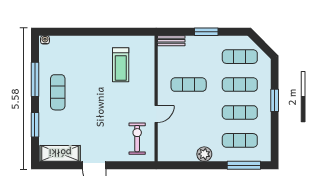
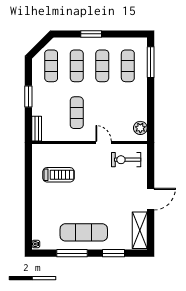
exercise mat: (58, 92) -> (84, 232), width x1.36, depth x1.45
plant: (204, 154) -> (140, 128), moved

